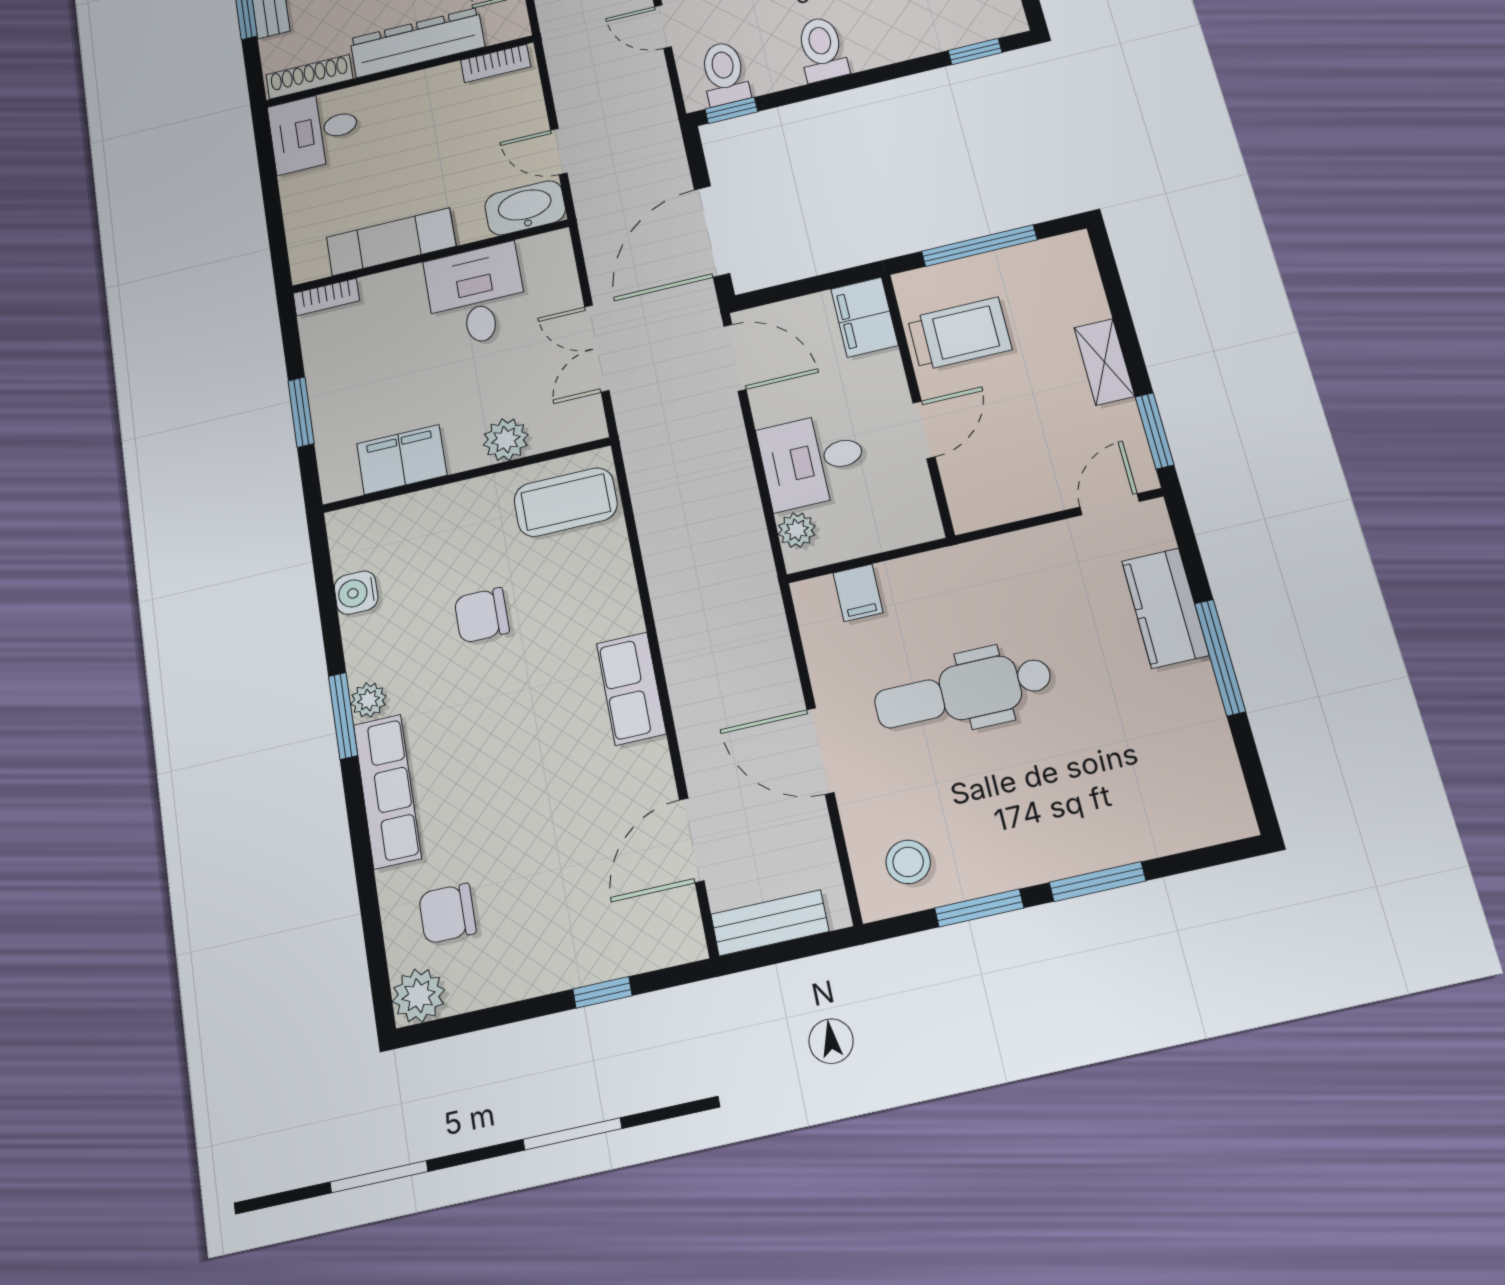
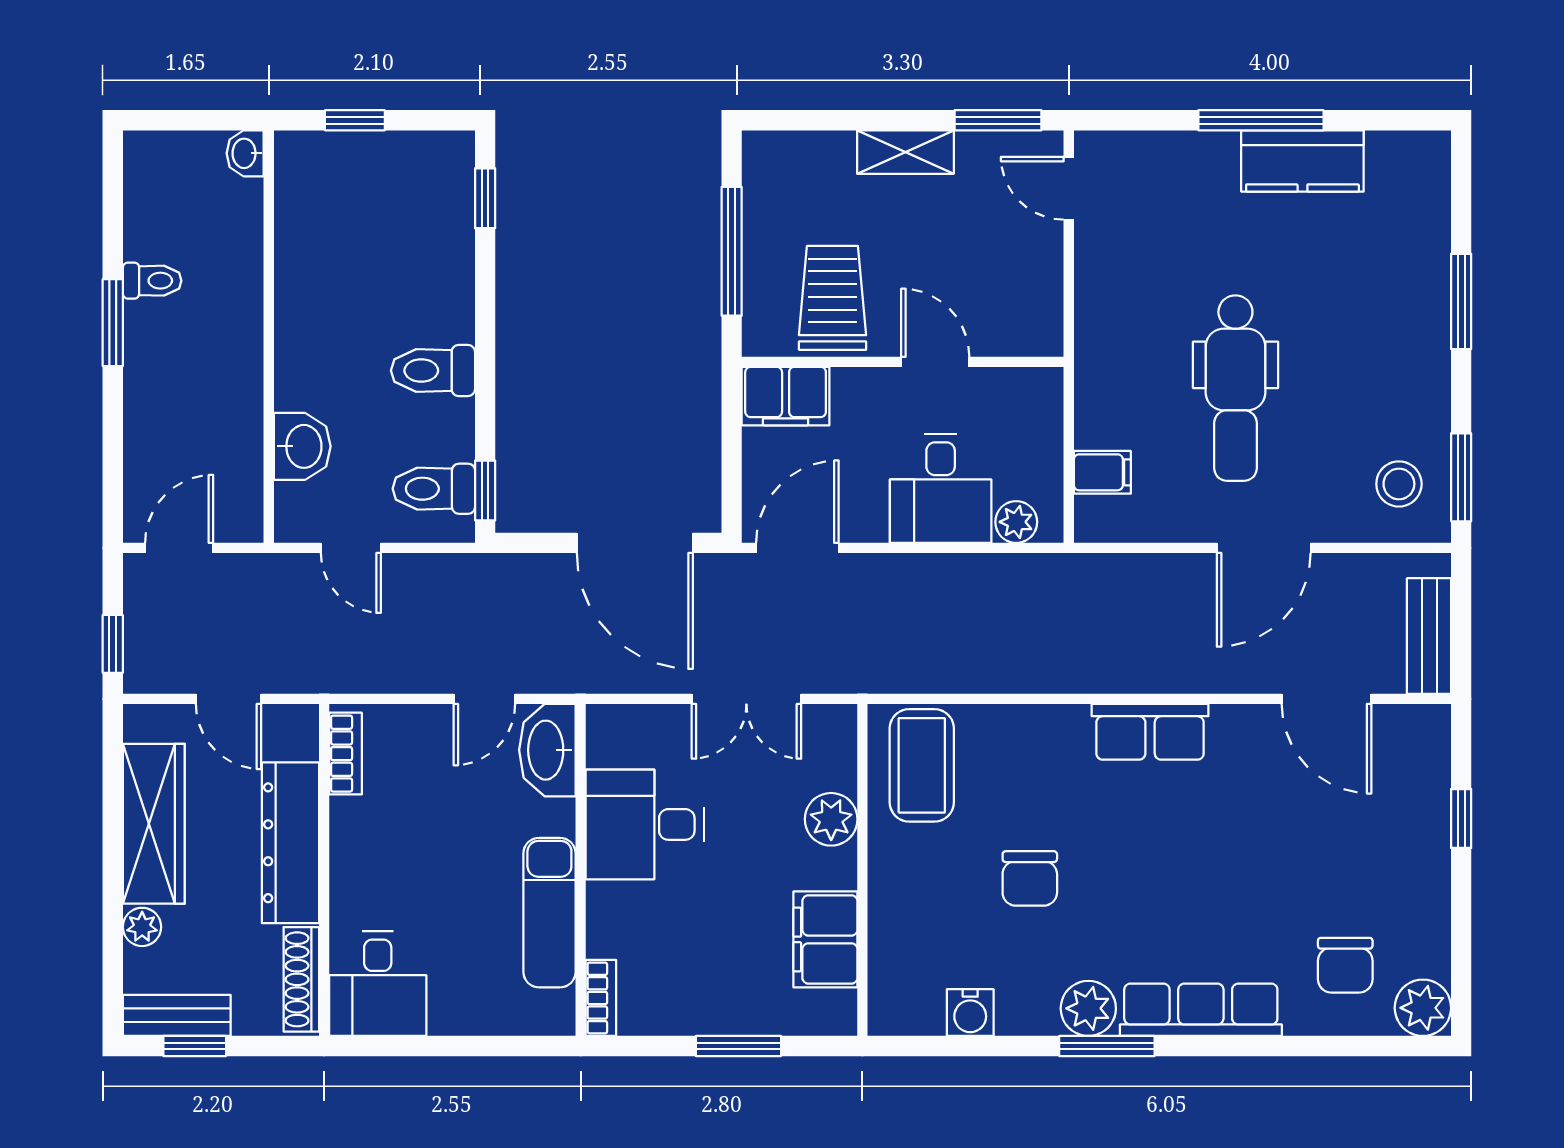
door: (663, 27) -> (351, 548), hinge flipped
kitchen counter: (1165, 608) -> (1302, 161), moved
plant: (368, 700) -> (1088, 1008), width x1.38, depth x1.38
window: (979, 908) -> (1461, 477), moved

